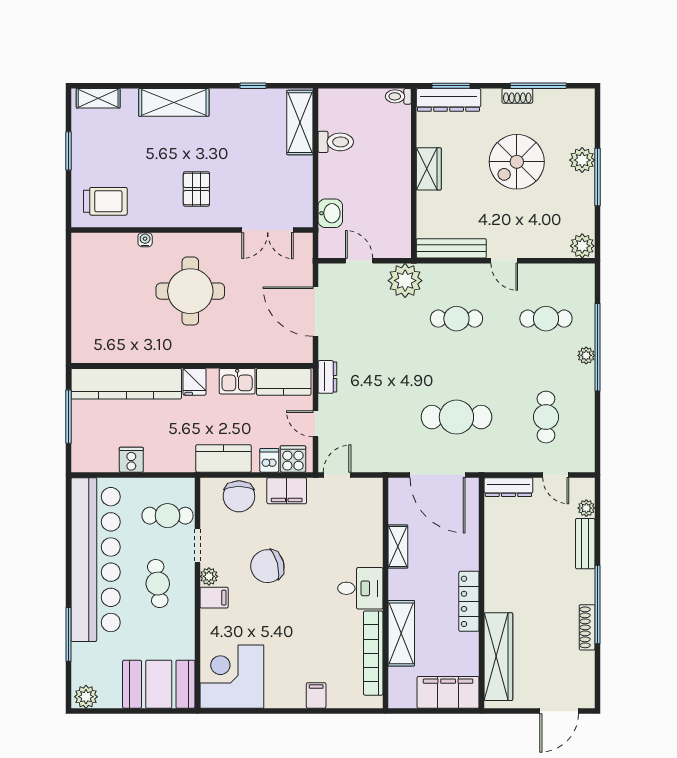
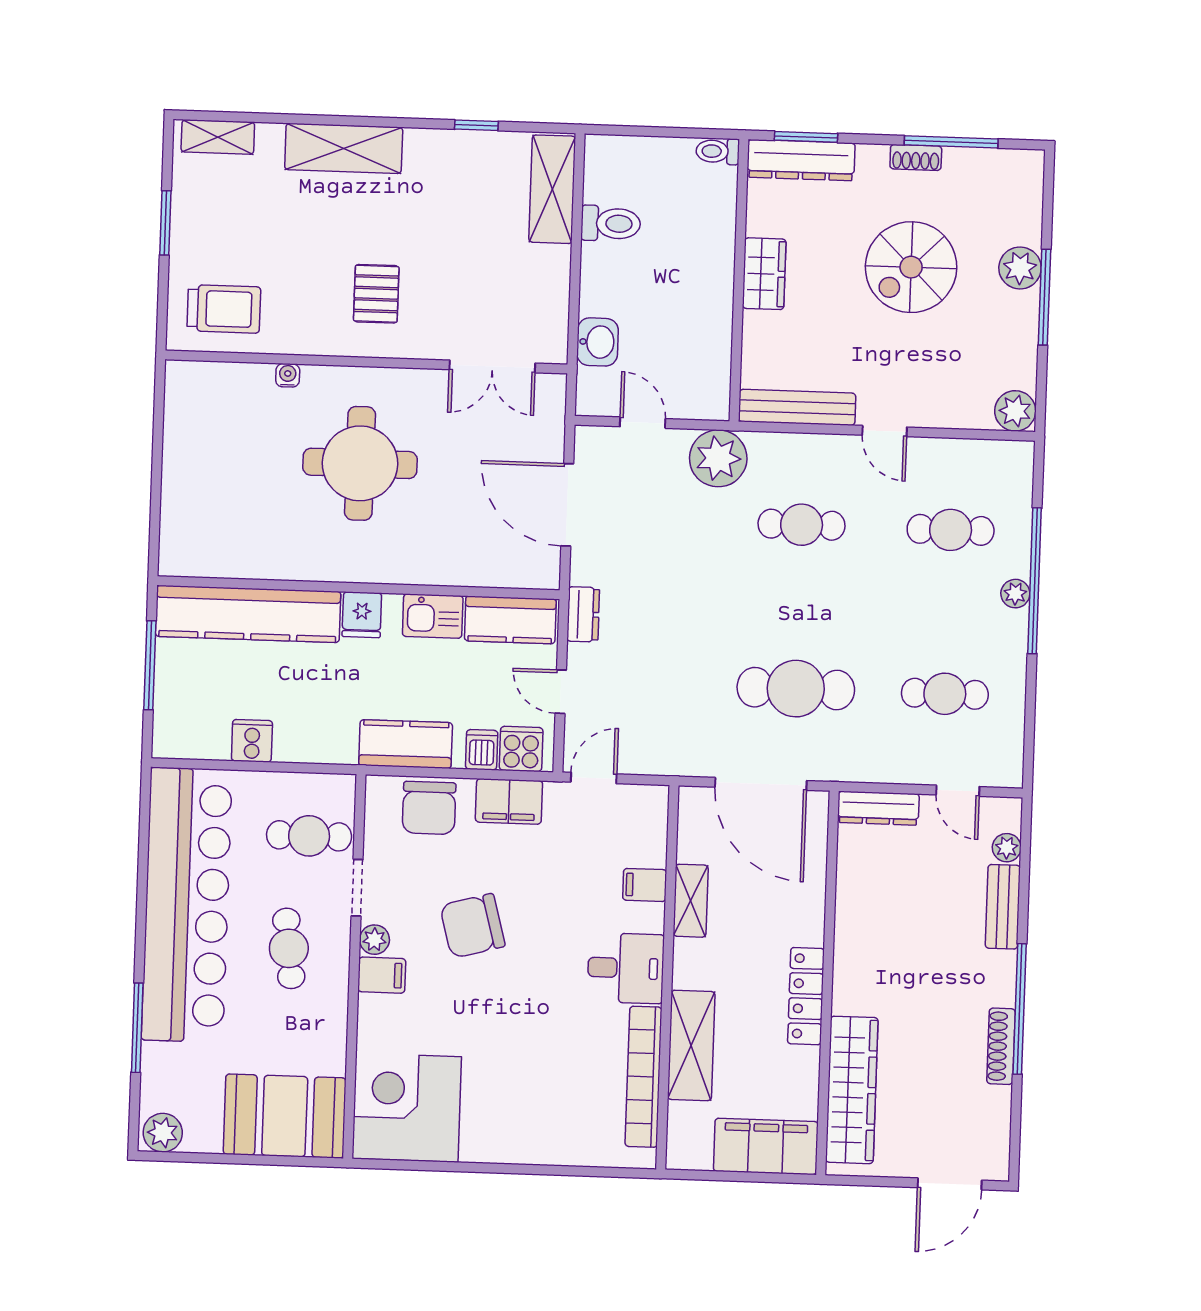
cafe table: (546, 417) -> (945, 694), turned 90
filing cabinet: (316, 695) -> (645, 885), moved, turned -90

